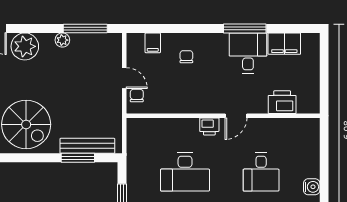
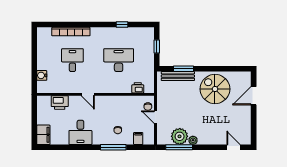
window: (245, 28) -> (113, 147), moved
filing cabinet: (284, 44) -> (43, 135), moved, turned 90
plant: (25, 46) -> (180, 136), moved
door: (236, 116) -> (88, 94), swing flipped
printer: (209, 126) -> (138, 88), moved
water cooler: (312, 187) -> (42, 75), moved

